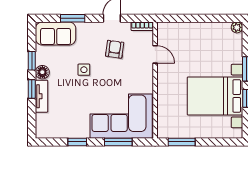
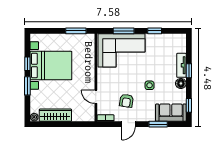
wardrobe: (209, 30) -> (55, 115), added
window: (32, 61) -> (189, 105), moved

